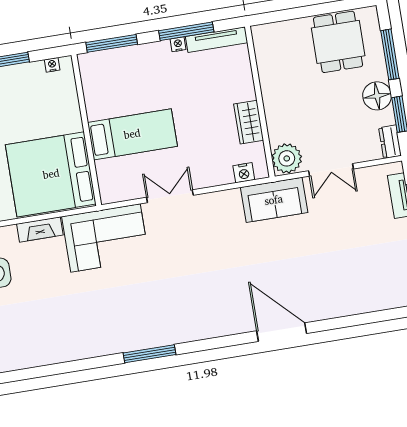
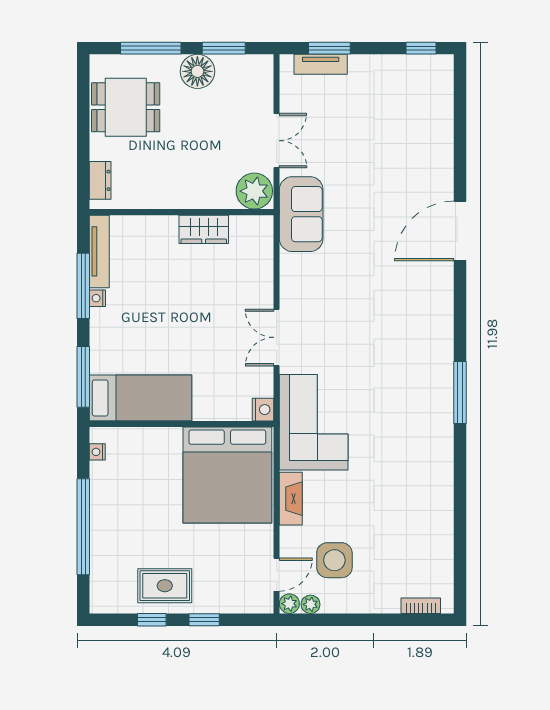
bed: (132, 134) -> (141, 398), moved, turned 90
dresser: (390, 142) -> (100, 180), moved, turned -90
nightstand: (244, 173) -> (263, 410), moved

